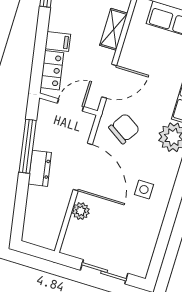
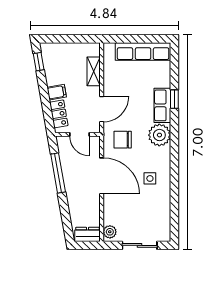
door: (70, 105) -> (79, 134), swing flipped
chair: (124, 129) -> (123, 140), turned -123
dresser: (40, 168) -> (87, 234), moved, turned -80
plant: (81, 211) -> (110, 232), moved

